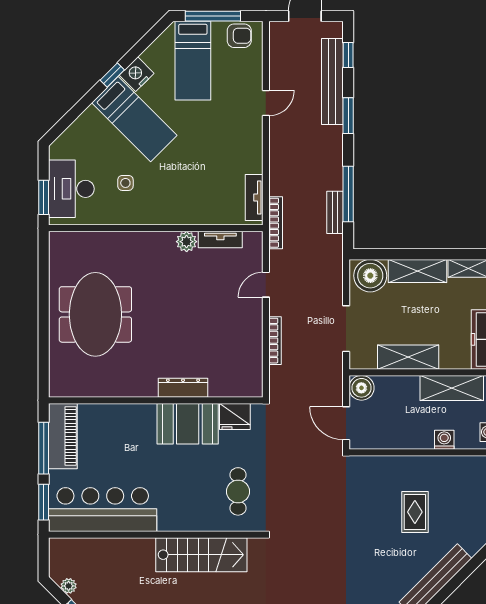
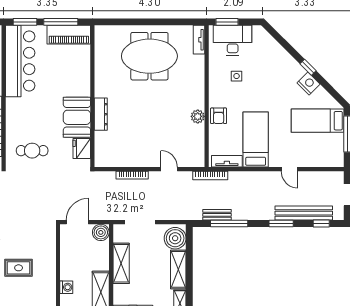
armchair: (239, 36) -> (219, 116), moved
bed: (134, 119) -> (256, 139), moved, turned 135
tv unit: (220, 240) -> (199, 40), moved

